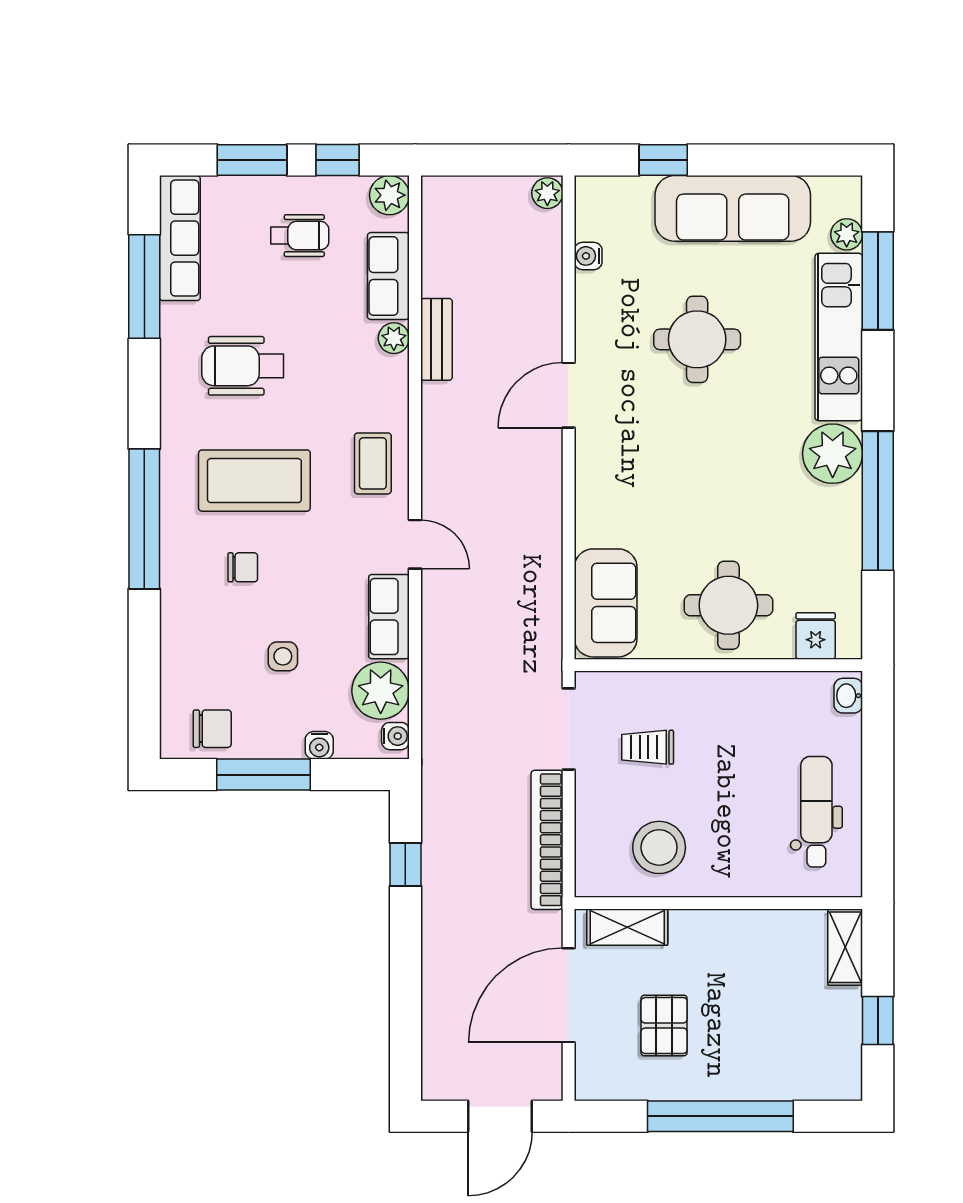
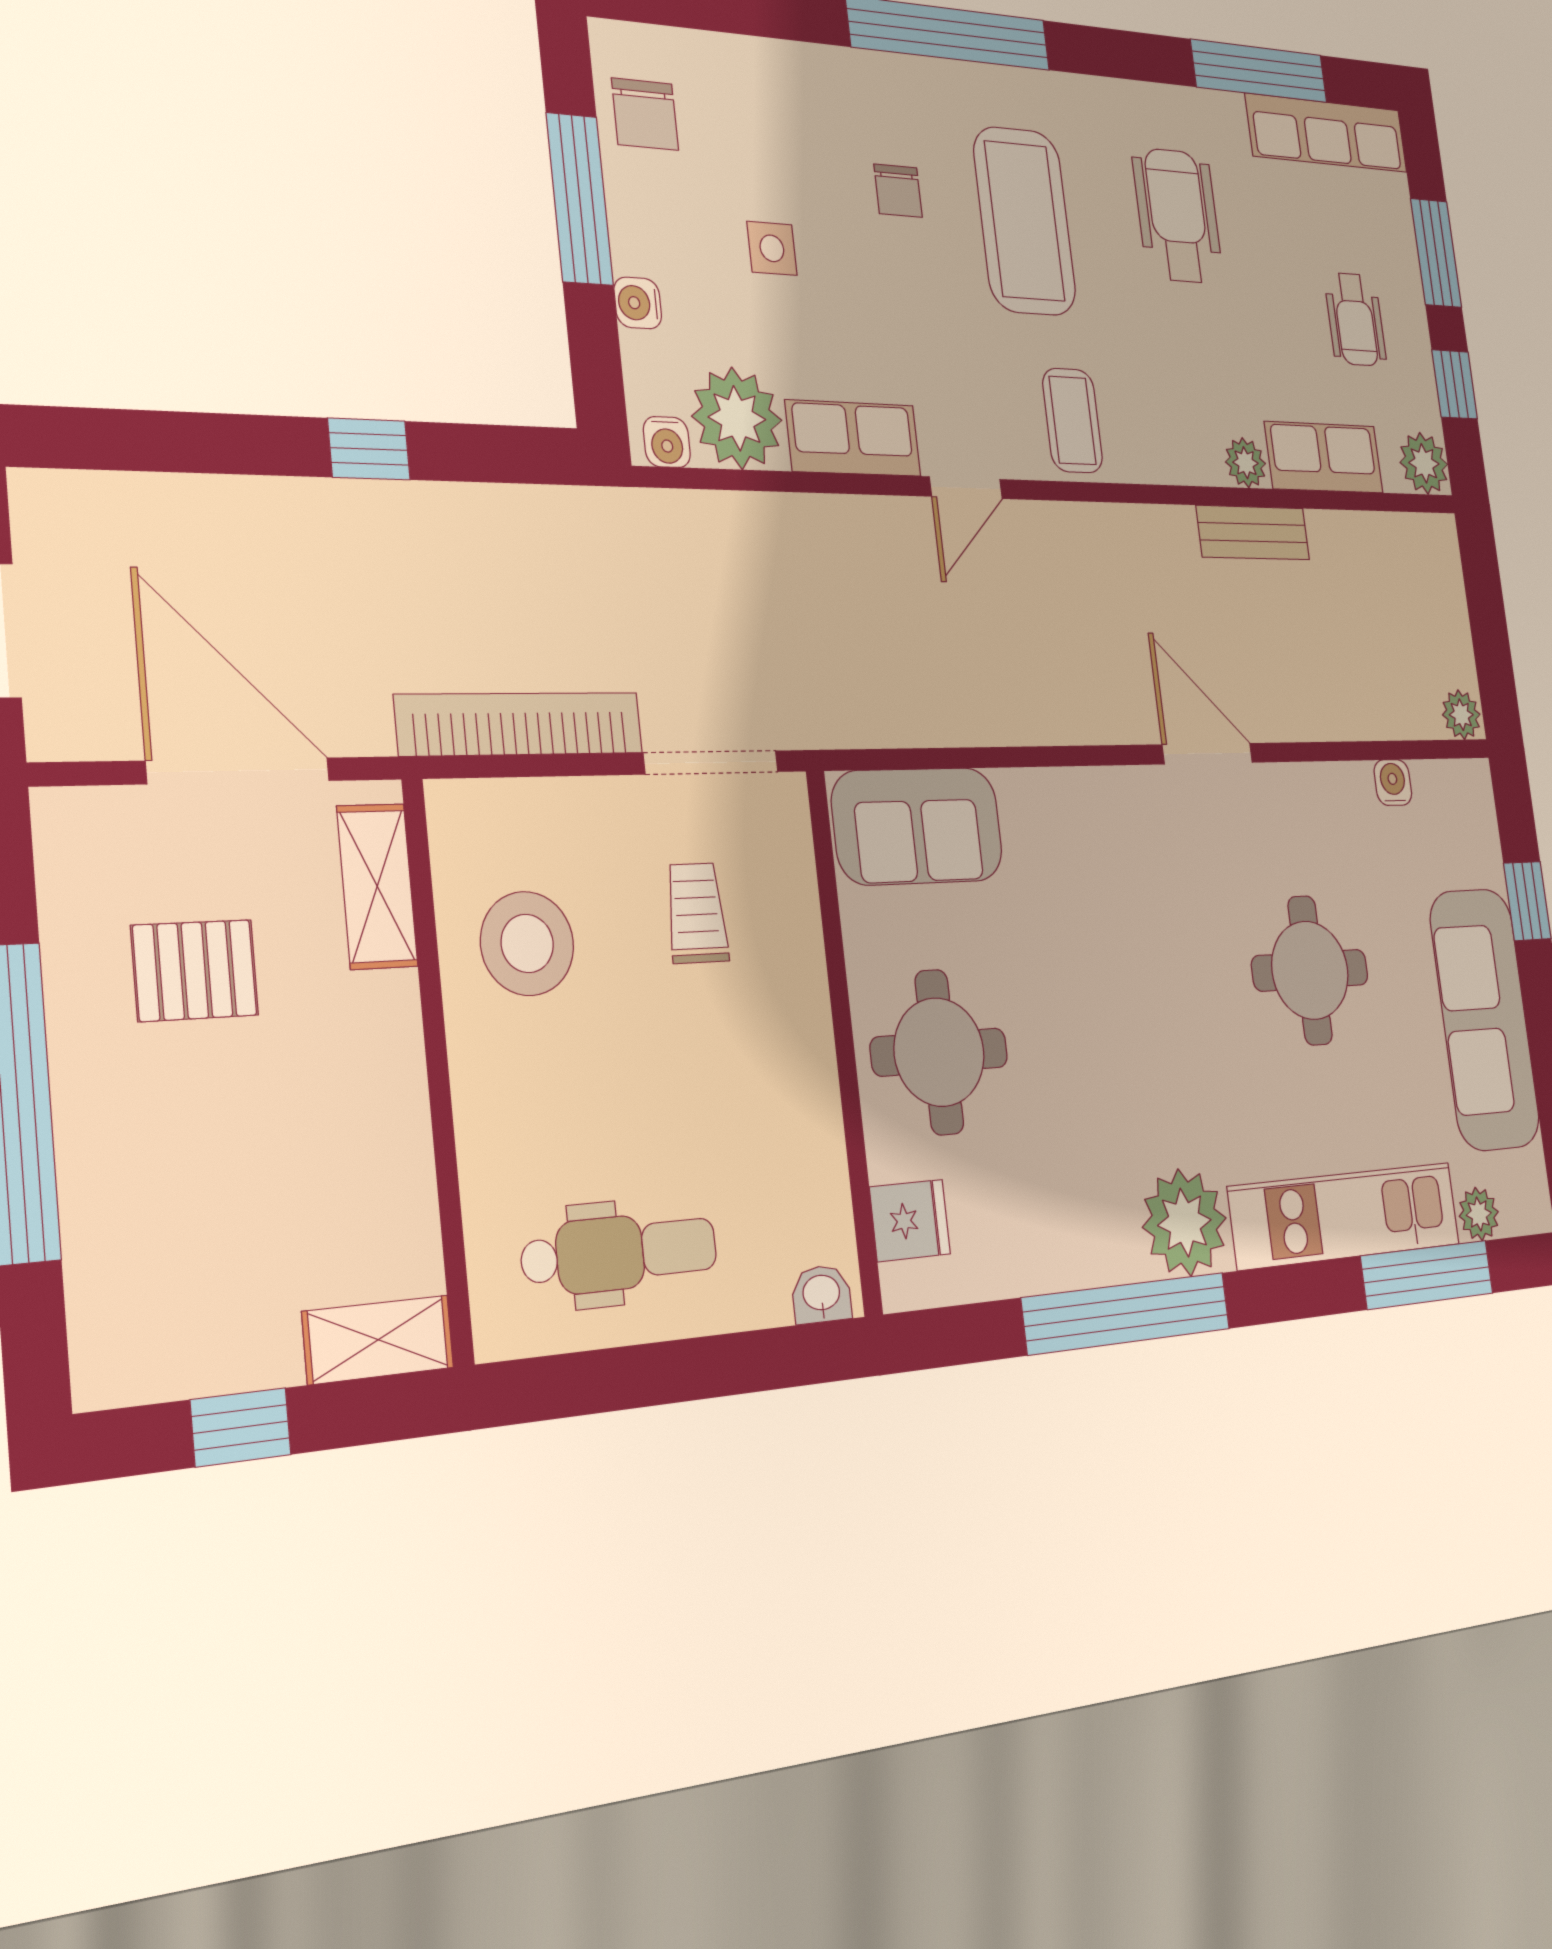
coffee table: (373, 463) -> (1072, 420), turned 90
window: (405, 864) -> (369, 449), moved

